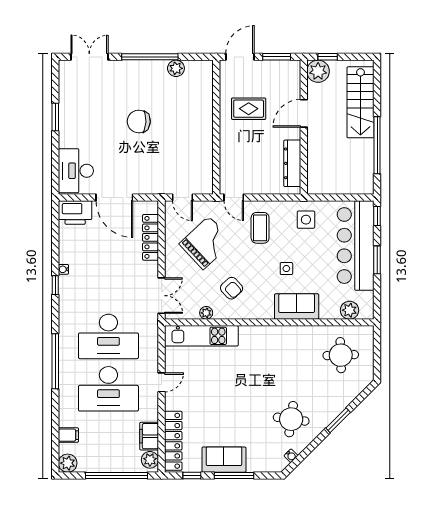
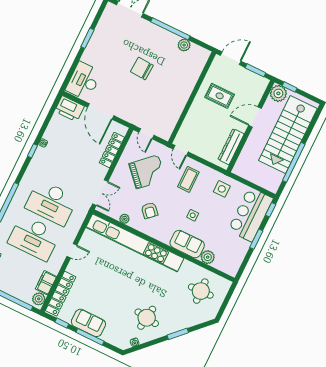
stairs: (360, 102) -> (288, 135), width x1.36, depth x1.51
bar counter: (356, 246) -> (251, 214), width x0.73
plant: (349, 310) -> (208, 257), moved
kitchen unit: (201, 336) -> (135, 243), width x1.86

